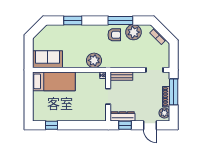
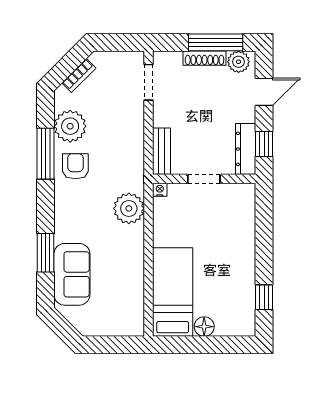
sofa: (48, 59) -> (72, 274), moved, turned 180
window: (174, 92) -> (216, 42), moved
floor lamp: (37, 97) -> (204, 327), added

